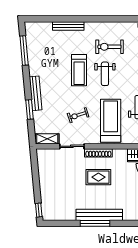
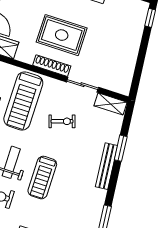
treadmill: (79, 70) -> (42, 178), turned 180
rug: (98, 177) -> (62, 35), width x1.36, depth x1.43

